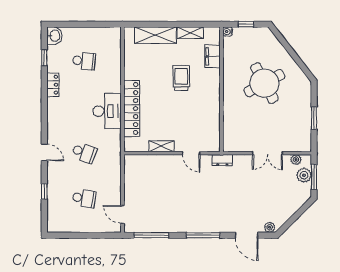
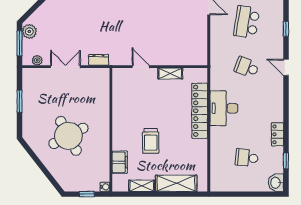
dresser: (222, 160) -> (99, 60), moved
plant: (304, 175) -> (29, 31), moved
school desk: (84, 198) -> (247, 22), width x1.85

